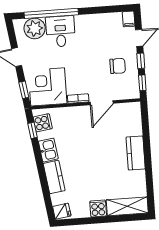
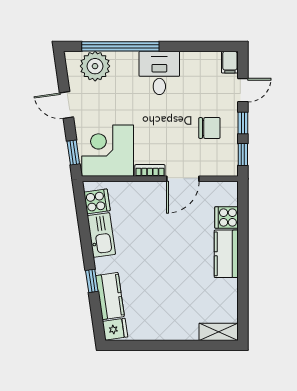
desk: (61, 31) -> (159, 73), moved
window: (33, 130) -> (92, 281), moved
kitchen sink: (48, 150) -> (101, 235), width x1.38
kitchen counter: (54, 177) -> (110, 296), moved
shelving: (127, 206) -> (219, 332), width x0.67, depth x0.75
cooker: (98, 209) -> (227, 217), moved, turned -90

